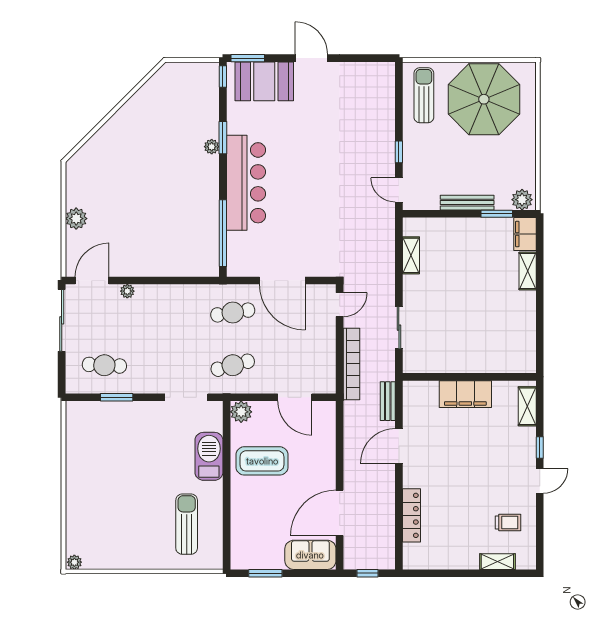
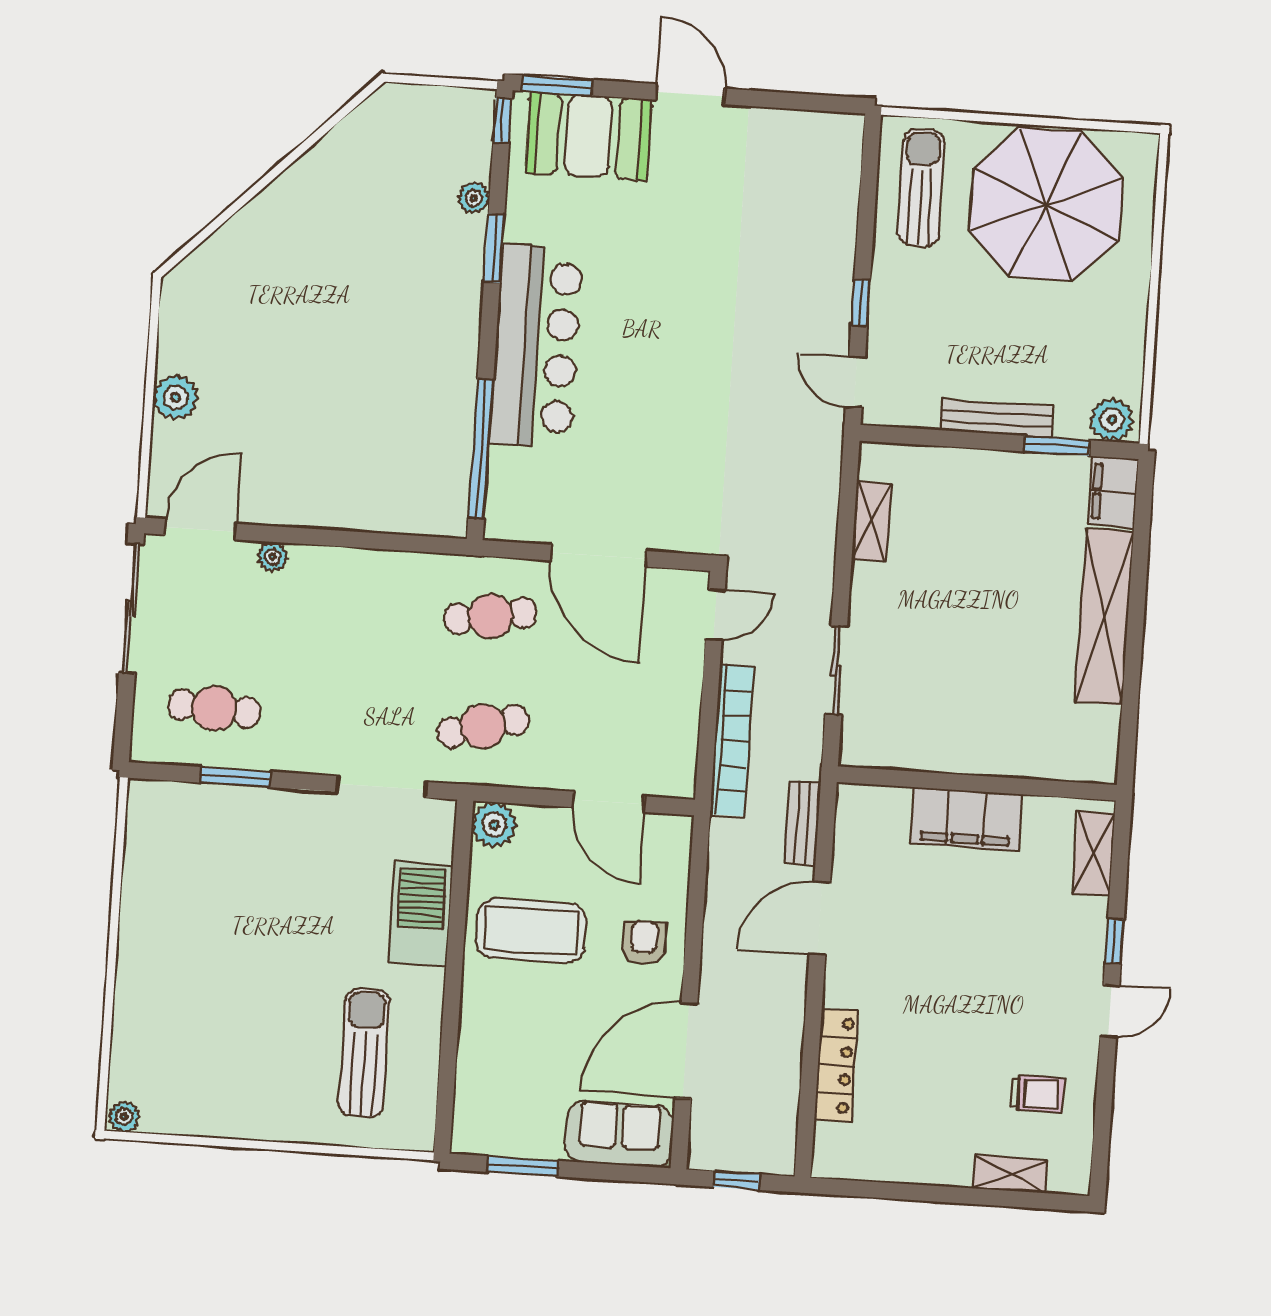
plant: (212, 147) -> (474, 198), moved
shelving: (528, 271) -> (1104, 617), width x2.20, depth x1.33
armchair: (316, 463) -> (644, 943), added

